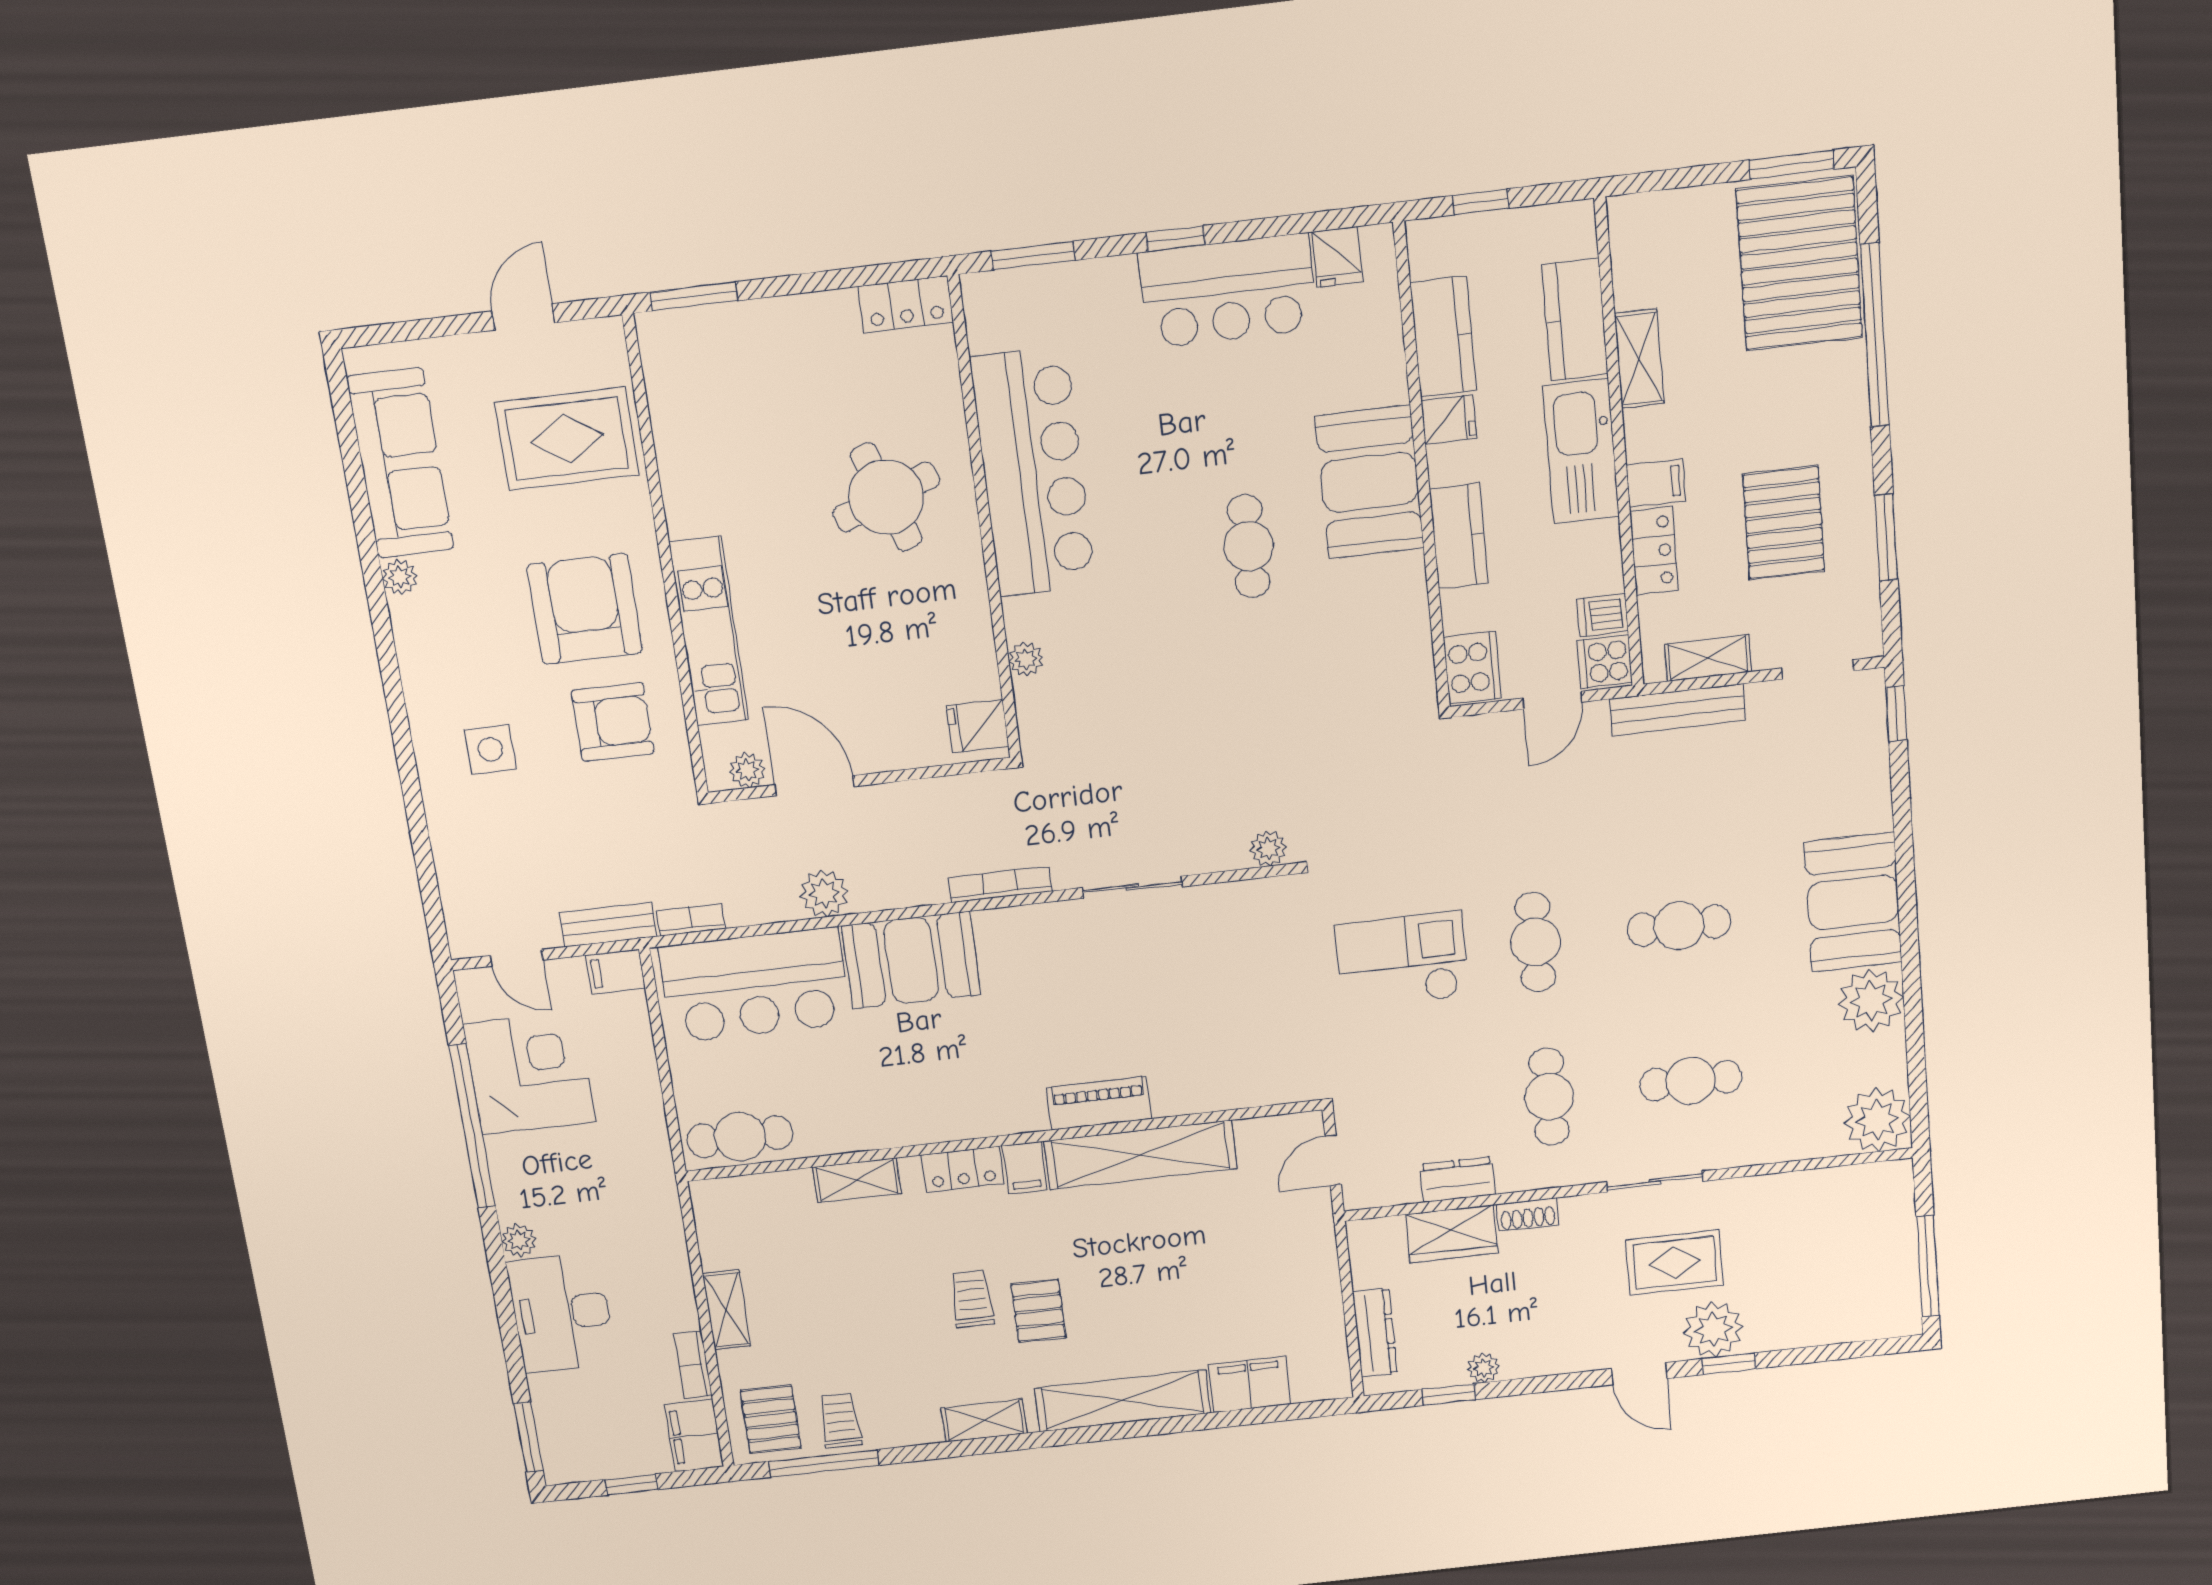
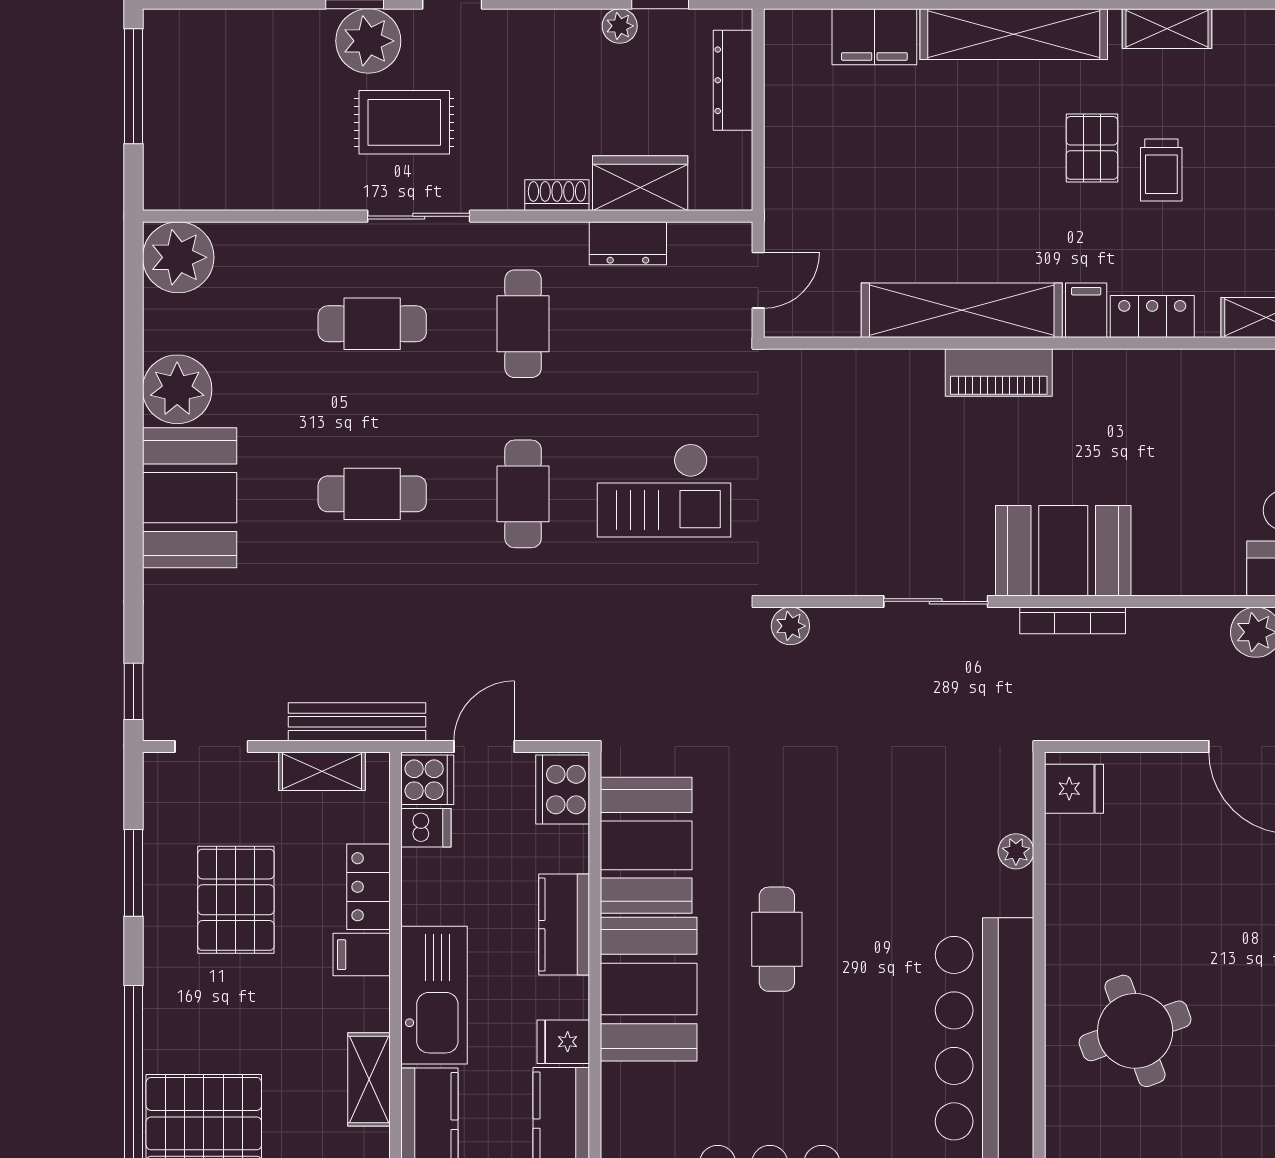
booth: (1386, 623) -> (646, 845), added
booth: (911, 960) -> (1063, 551), moved

